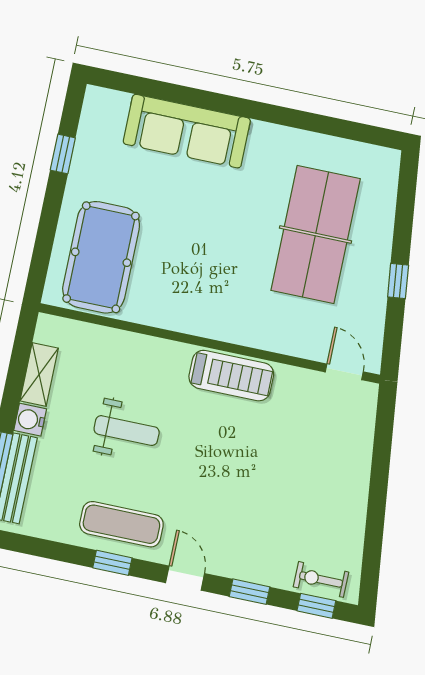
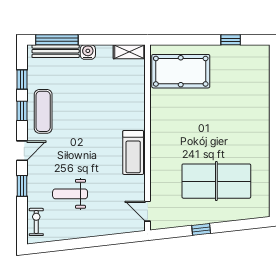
sofa: (187, 131) -> (256, 102), removed
door: (344, 372) -> (148, 211), swing flipped
shelving: (39, 374) -> (129, 52), moved
weight bench: (127, 431) -> (70, 194), moved, turned 90
window: (316, 606) -> (22, 80), moved

